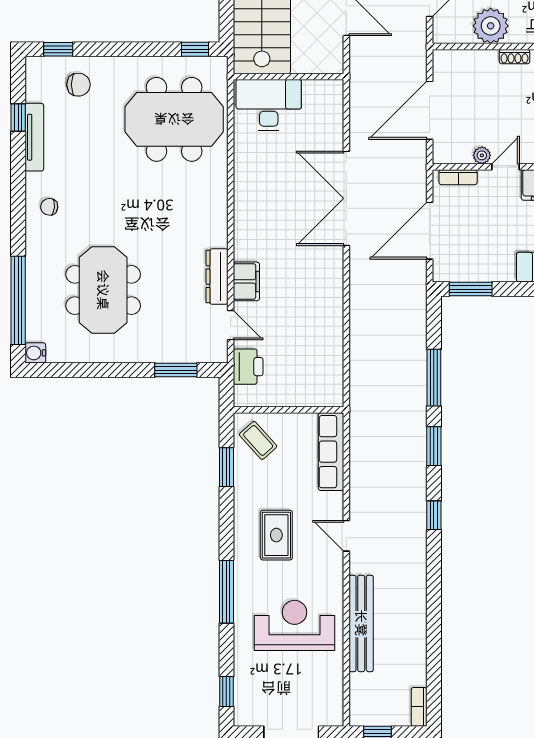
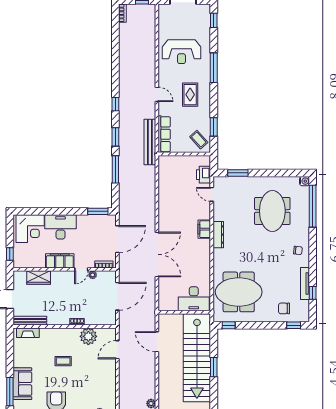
dresser: (217, 277) -> (218, 235), moved
filing cabinet: (246, 281) -> (204, 229), moved
bench: (361, 623) -> (150, 142), moved

